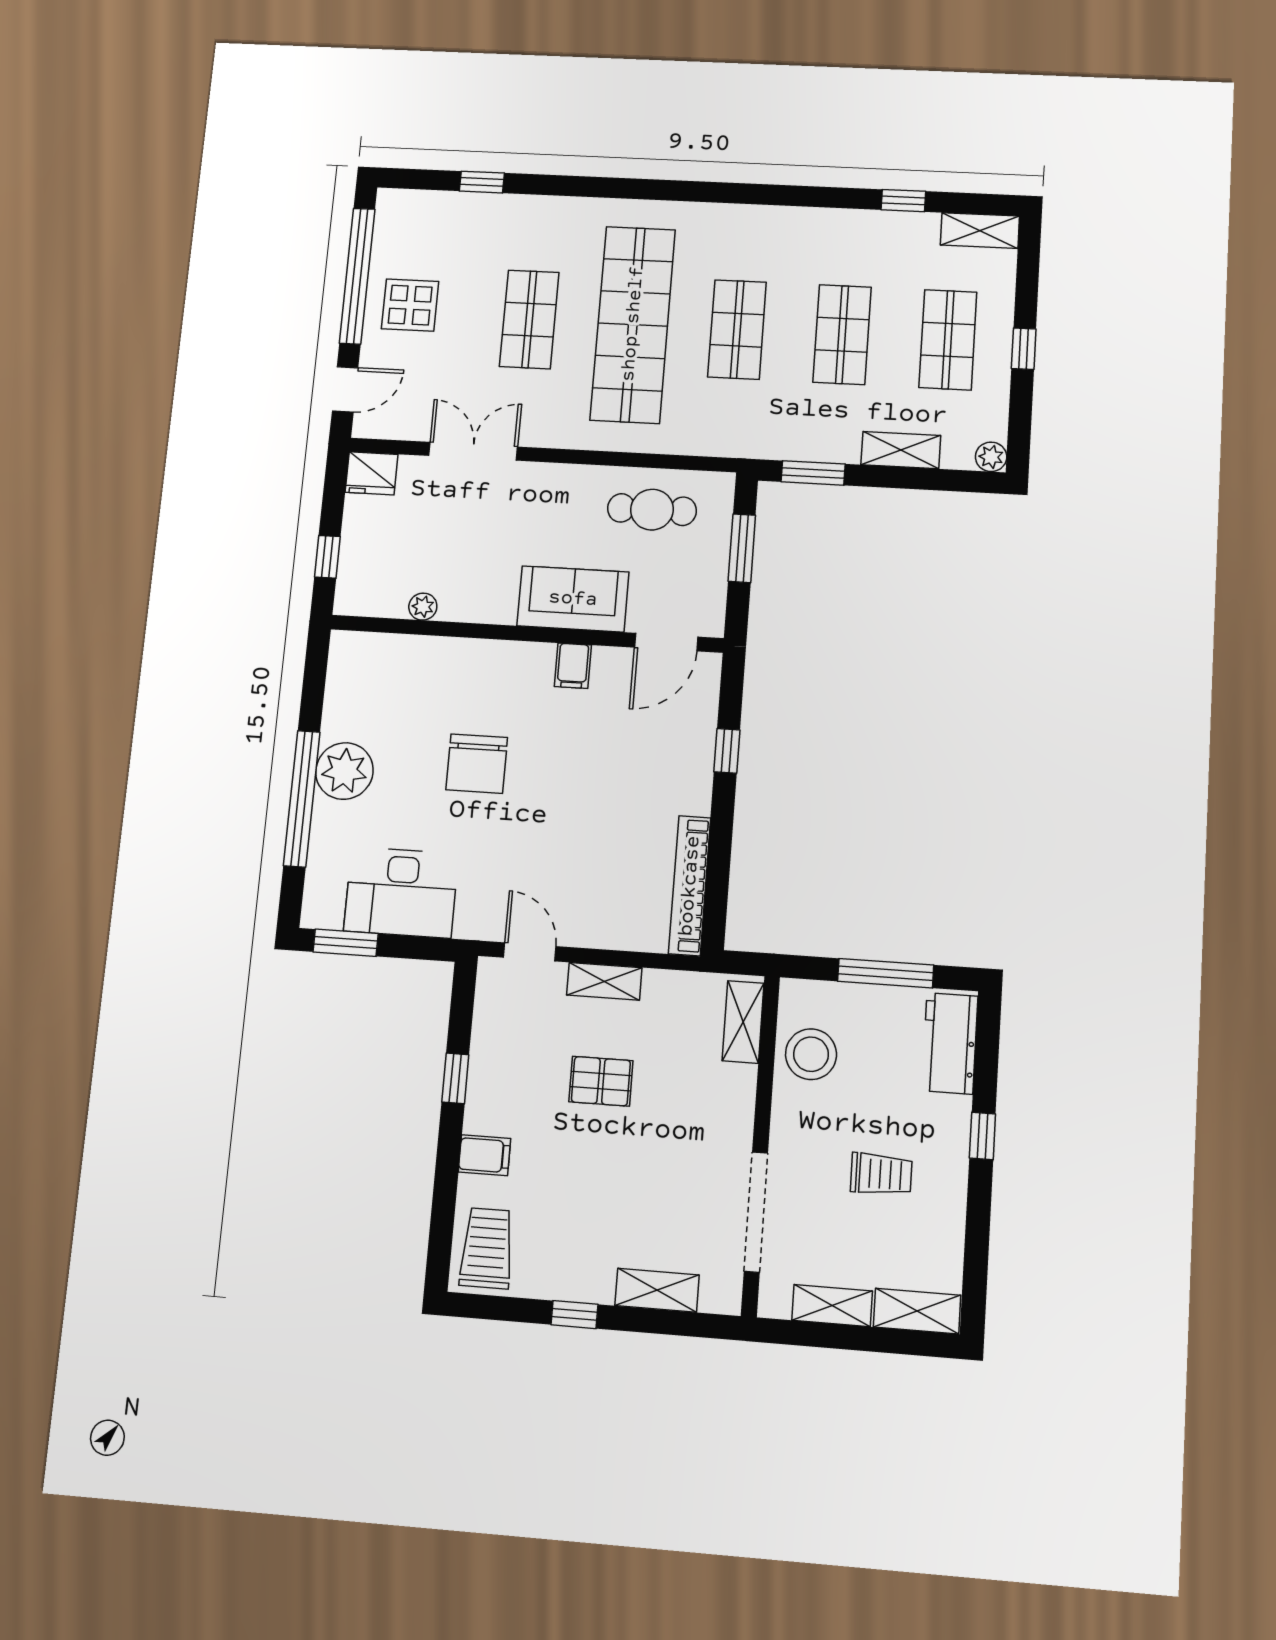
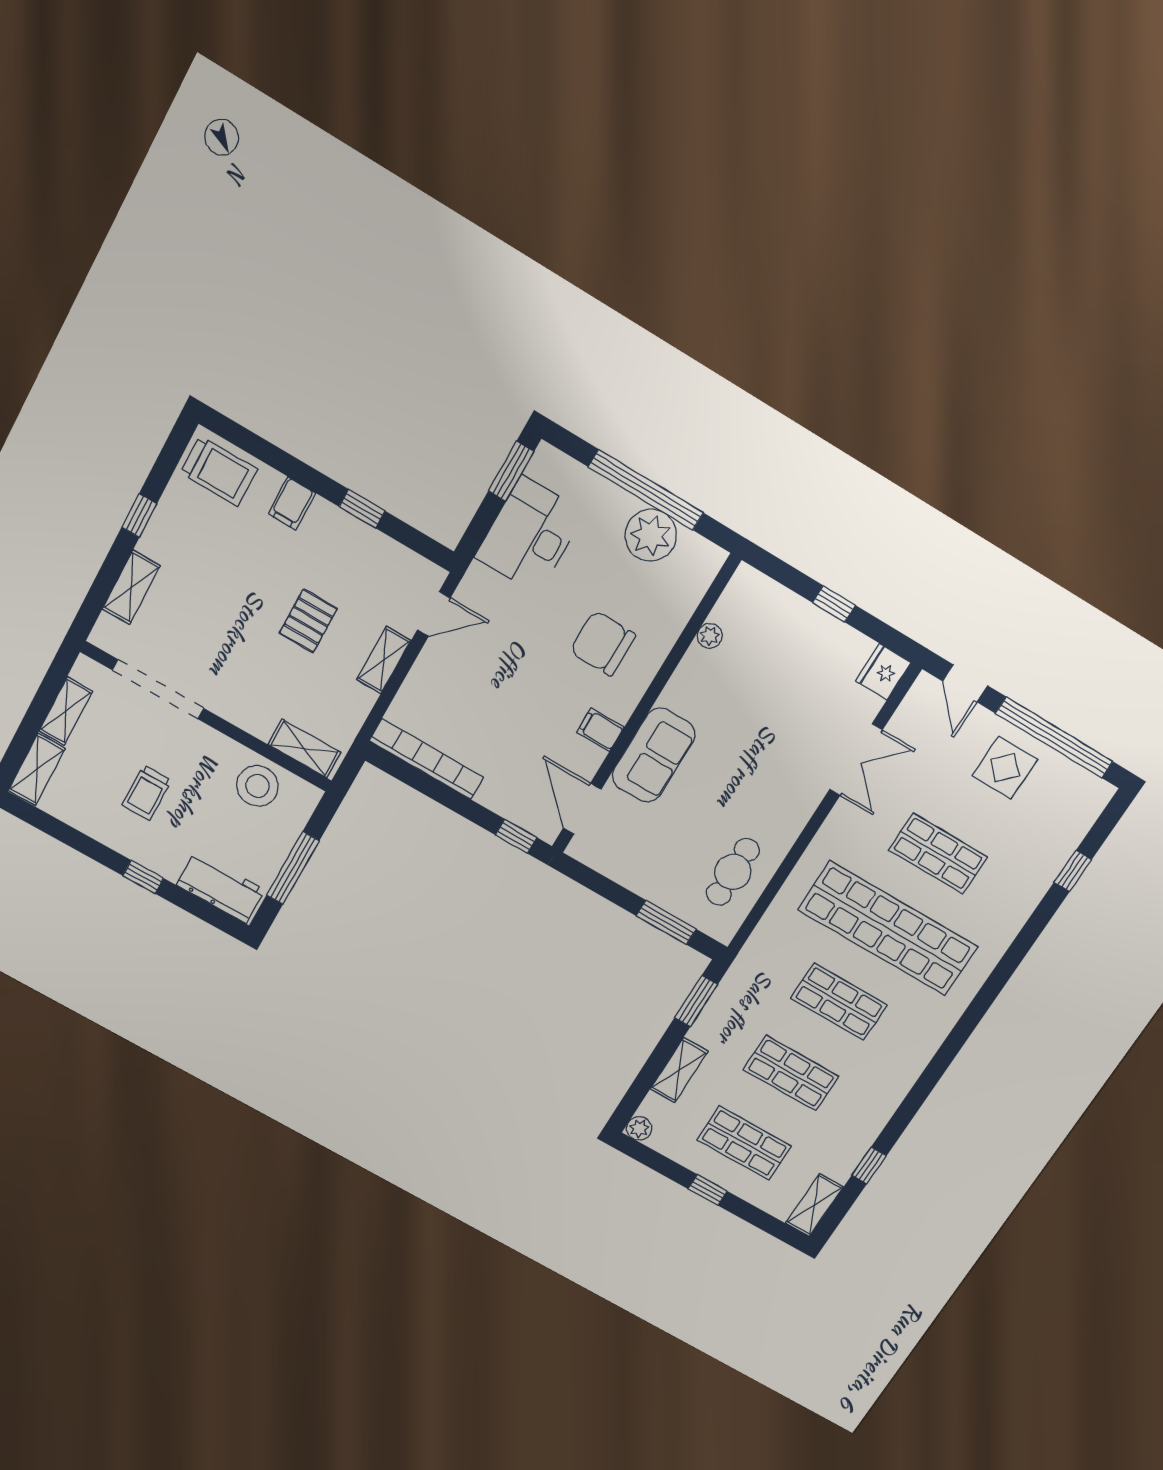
sofa: (573, 599) -> (654, 755), moved
plant: (423, 607) -> (710, 636), moved
wall: (526, 634) -> (645, 706), moved
door: (666, 642) -> (582, 809), moved
filing cabinet: (573, 666) -> (600, 730), moved

